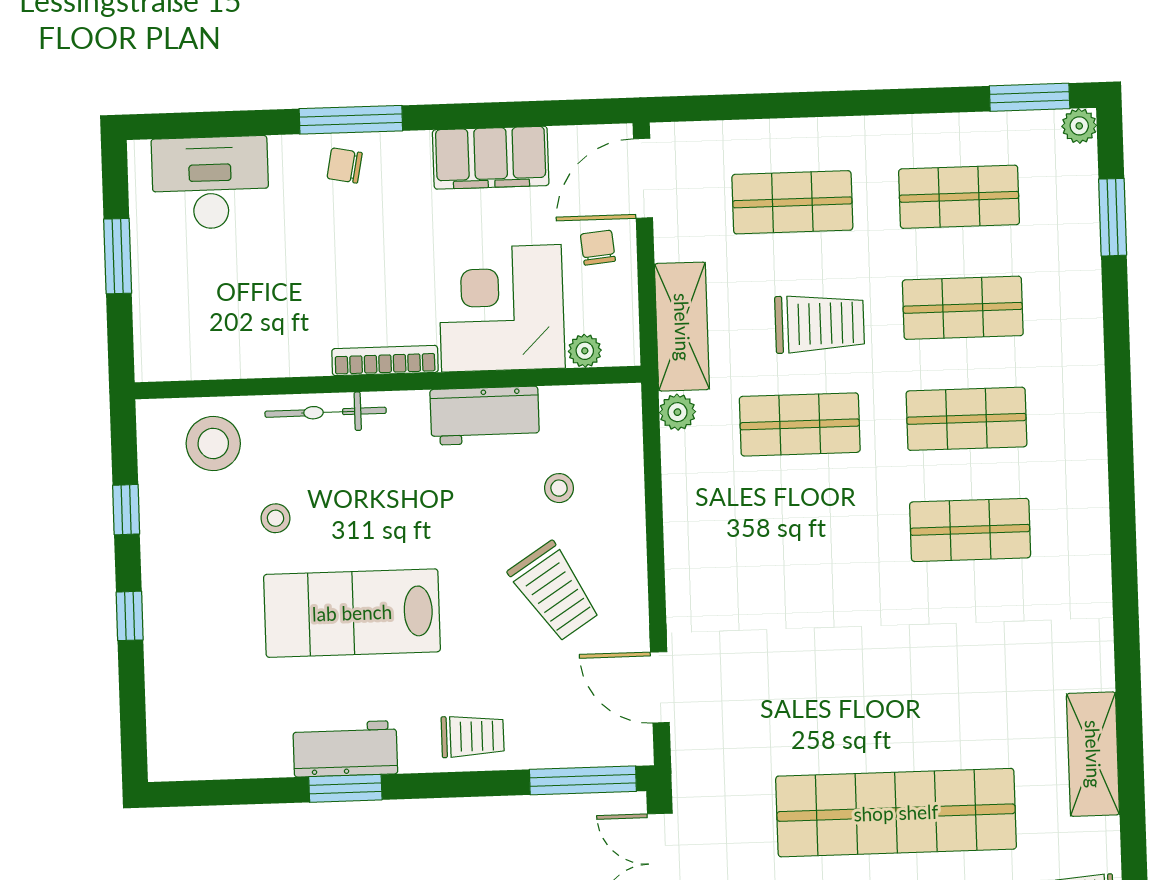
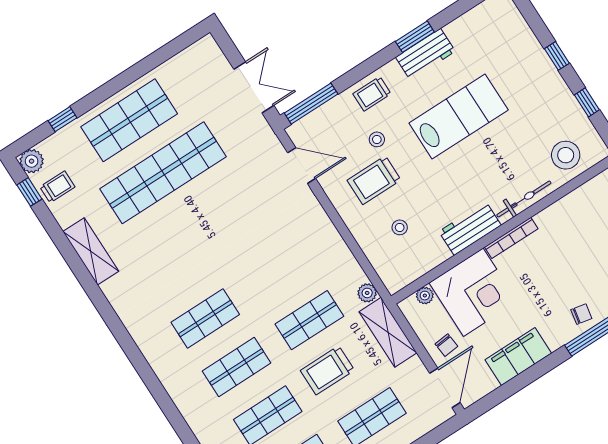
workbench: (485, 416) -> (470, 228), moved
stool: (275, 518) -> (377, 139), moved
trolley: (554, 591) -> (374, 180), turned -57

